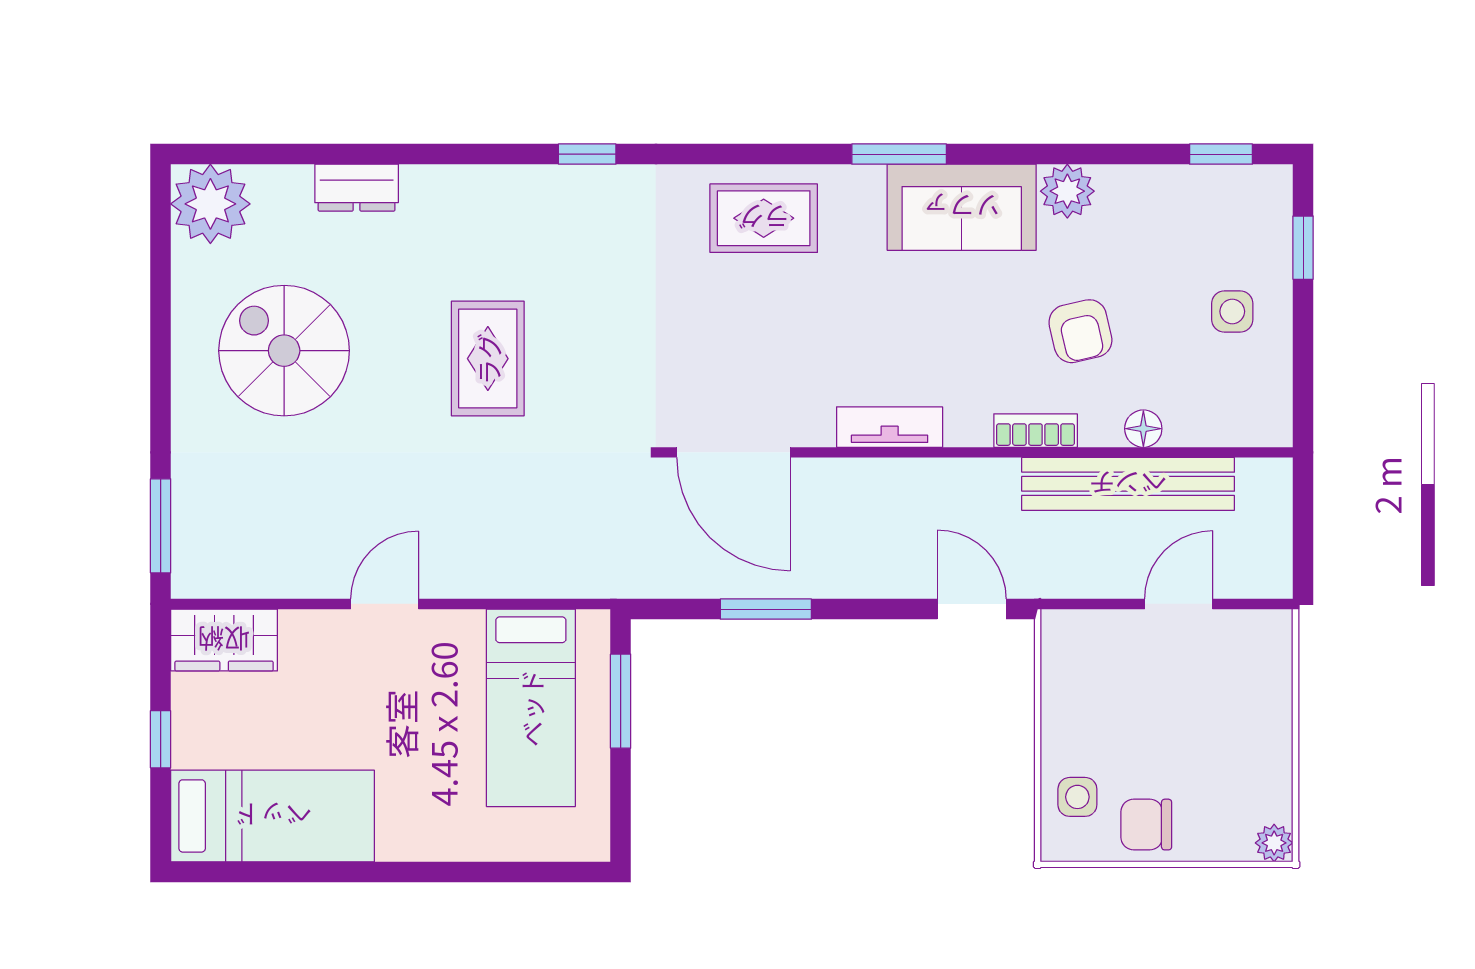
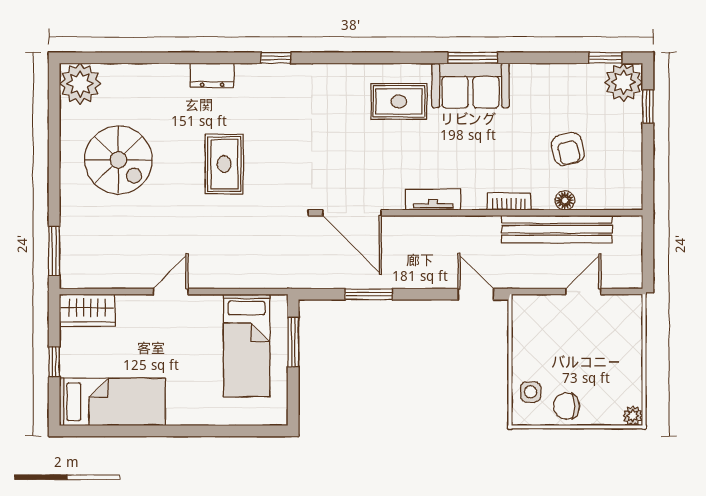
window: (899, 154) -> (473, 58), moved
dresser: (357, 188) -> (212, 75), moved
plant: (1067, 191) -> (624, 82), moved, width x1.36, depth x1.36
rug: (764, 218) -> (399, 101), moved
side table: (1232, 311) -> (611, 140), removed
armchair: (1080, 331) -> (568, 149), moved
spiral stairs: (284, 351) -> (118, 160), turned 180

